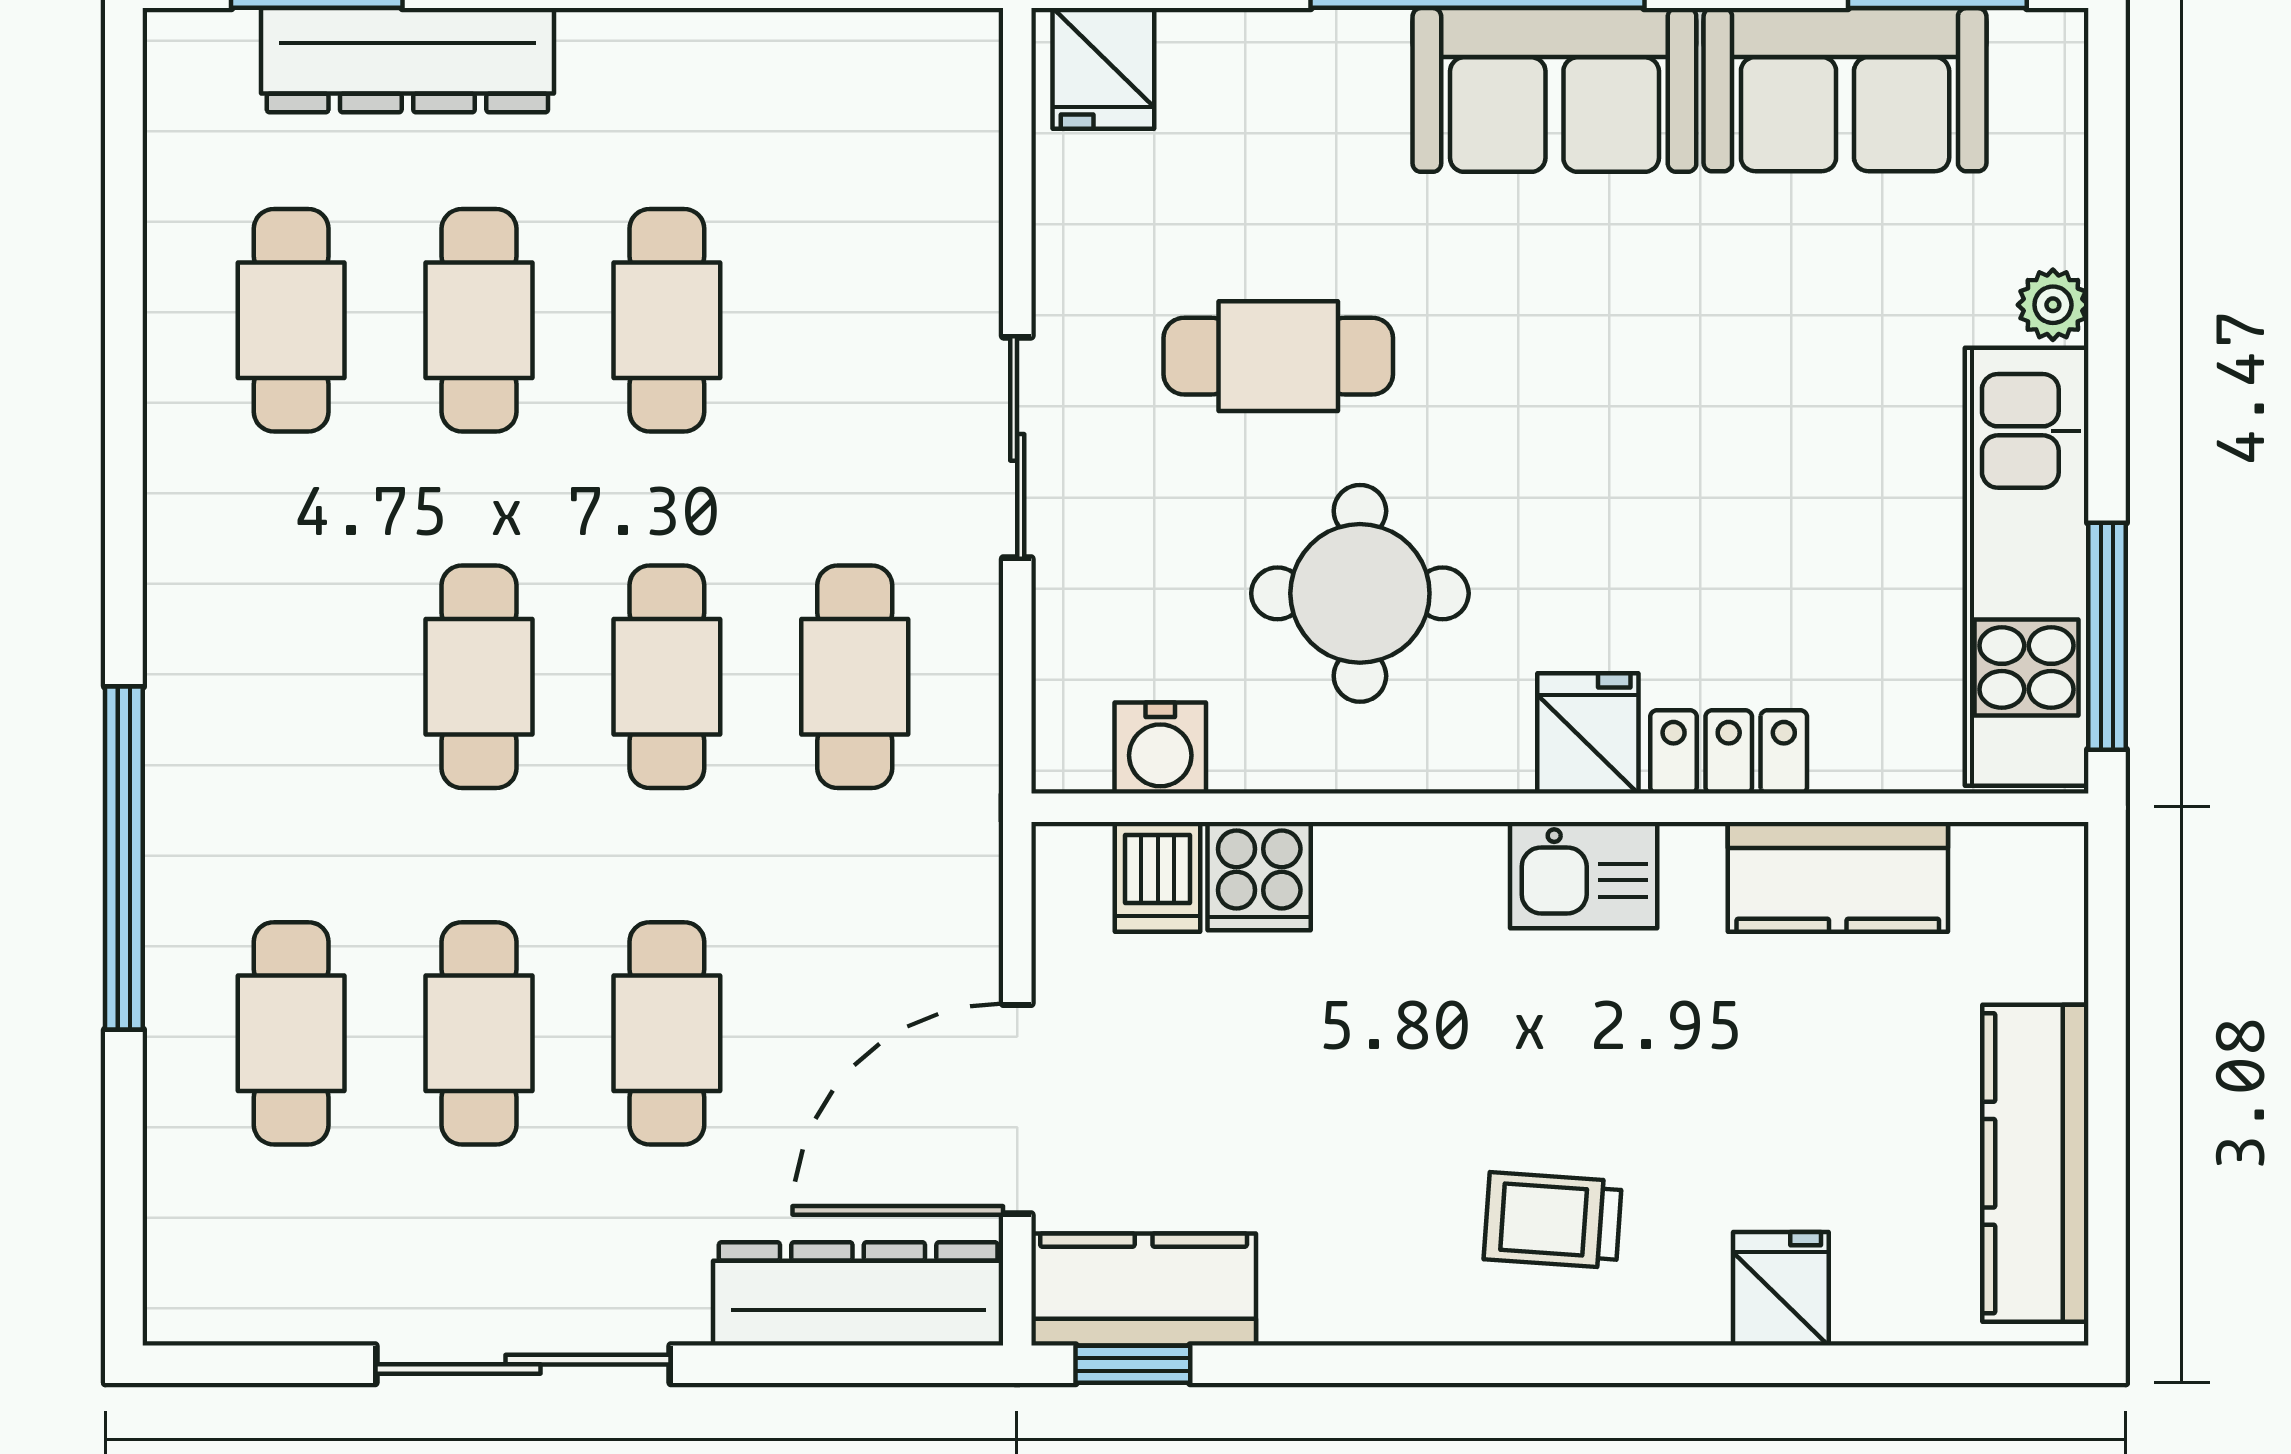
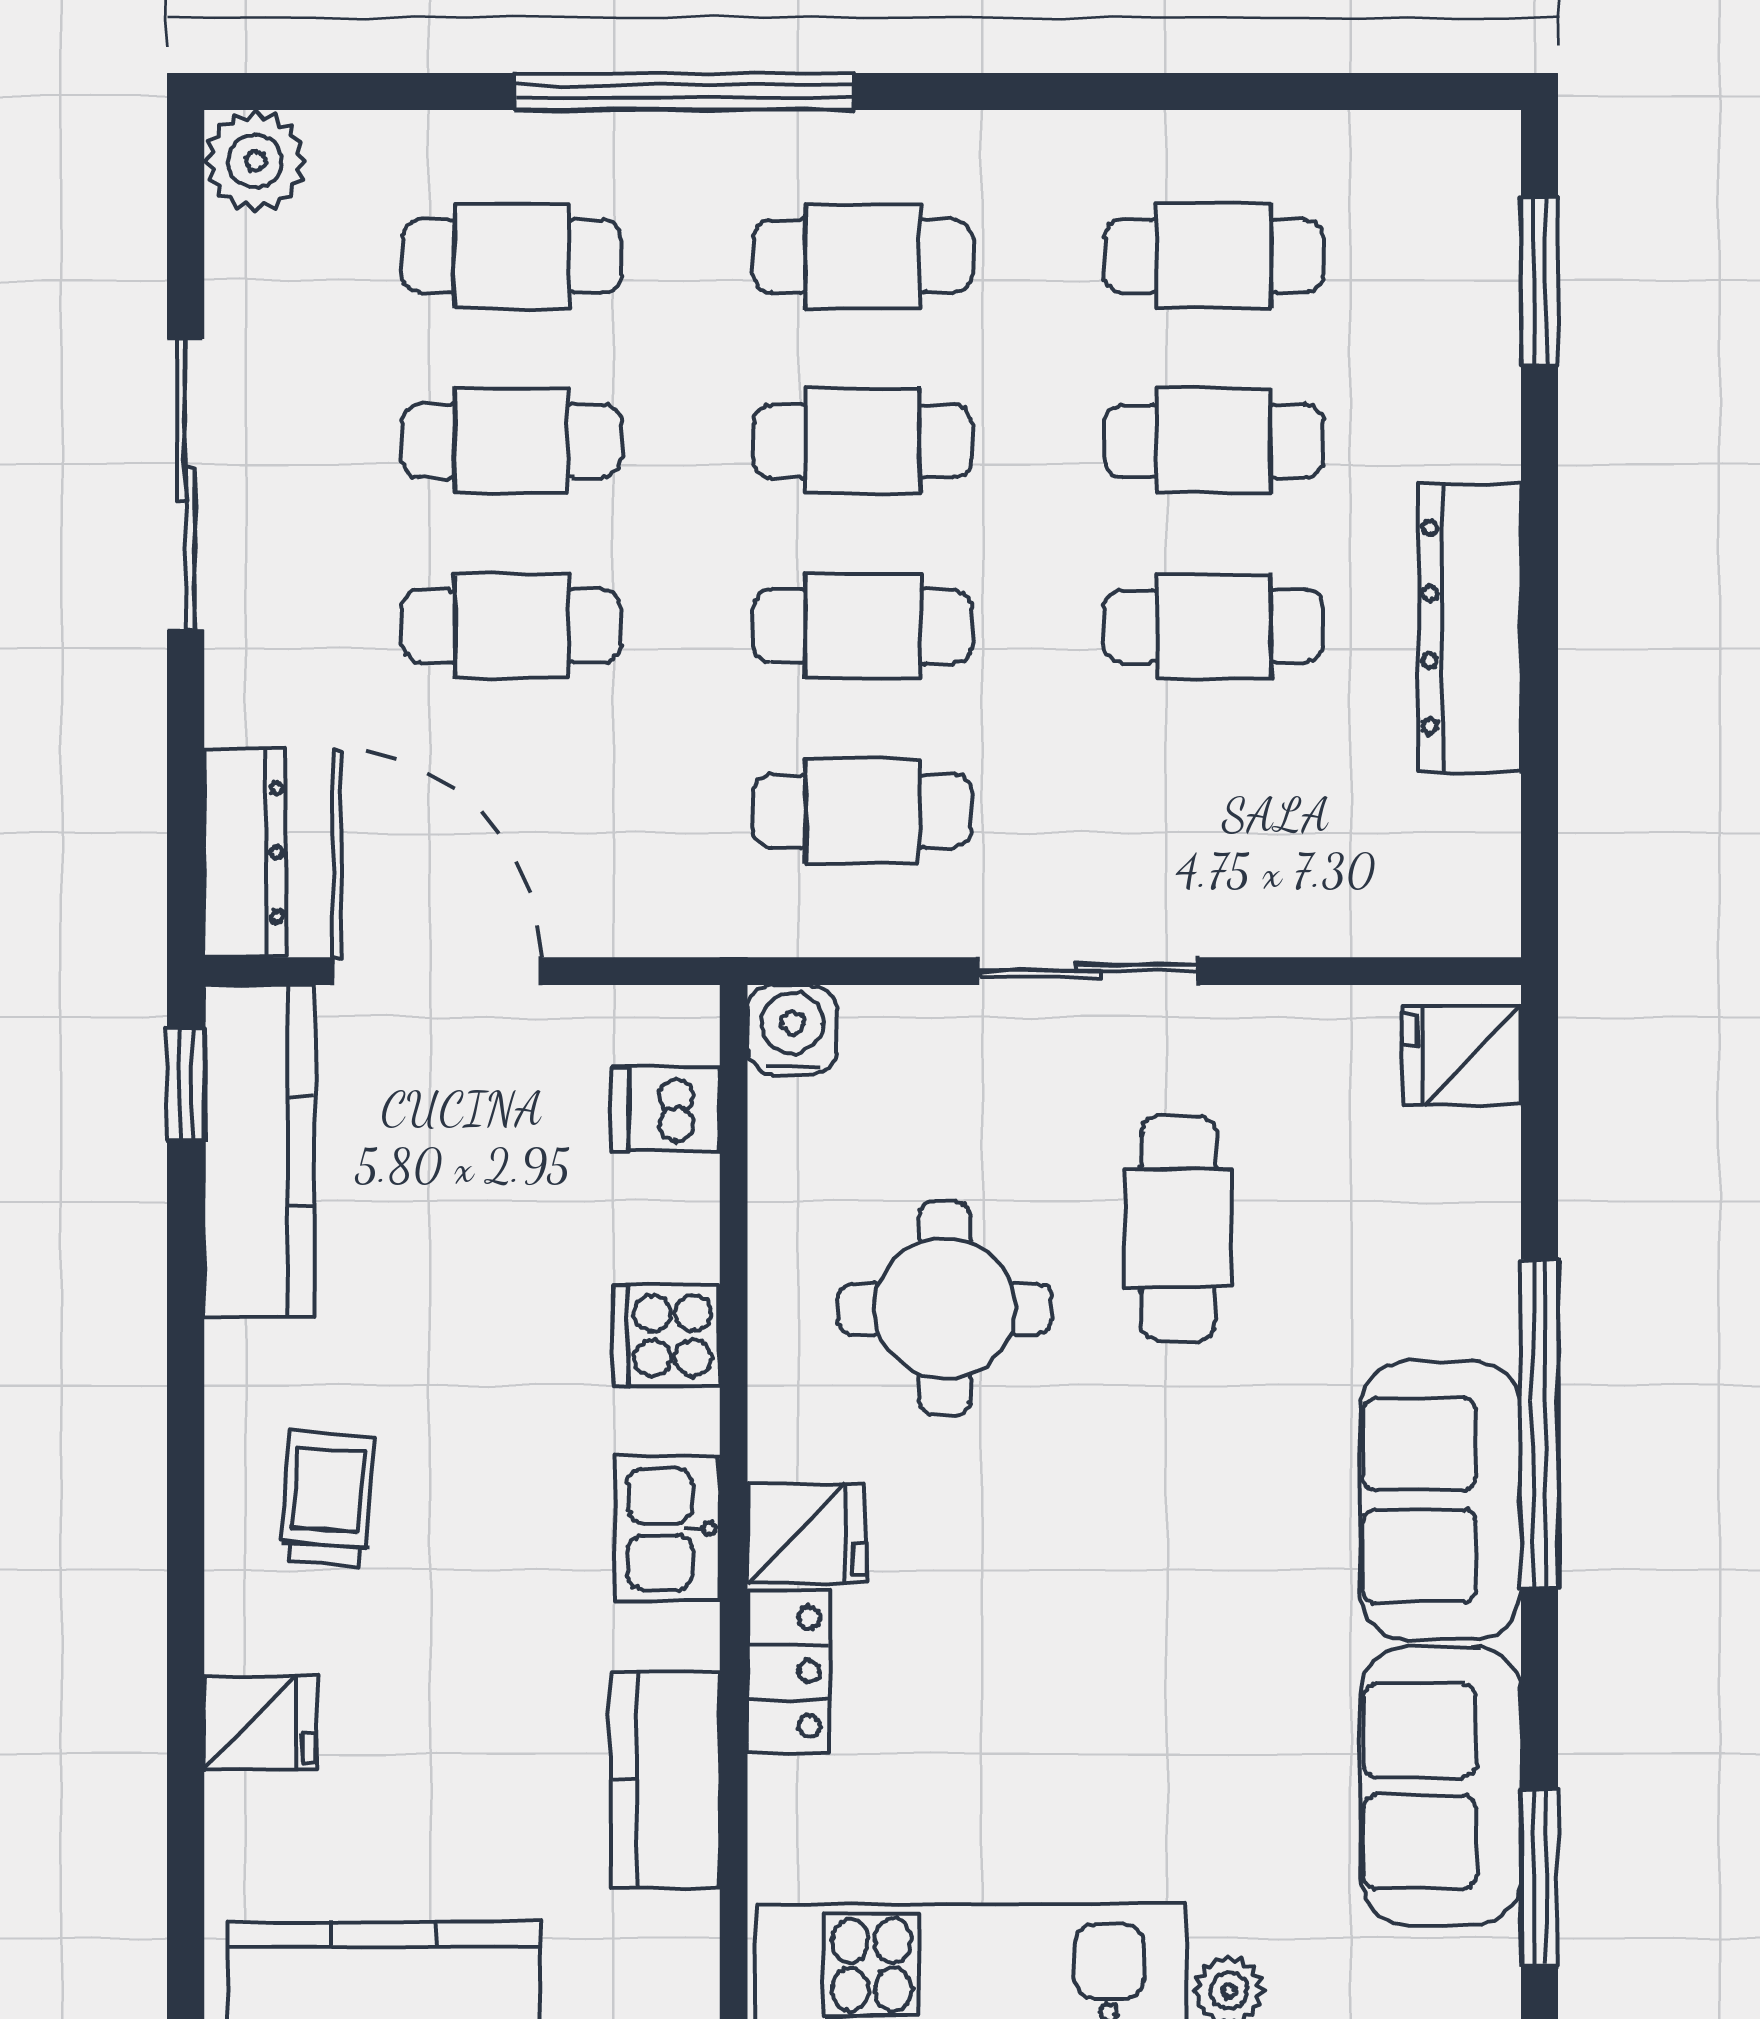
dresser: (407, 60) -> (1470, 627), moved
cafe table: (291, 677) -> (863, 256), added
water cooler: (1160, 748) -> (792, 1030), moved, turned 90
cooker: (1259, 876) -> (666, 1335), moved
kitchen counter: (1144, 1289) -> (259, 1151), width x1.50
plant: (195, 1294) -> (255, 161), added
dresser: (858, 1294) -> (245, 853), width x0.73, depth x0.80

